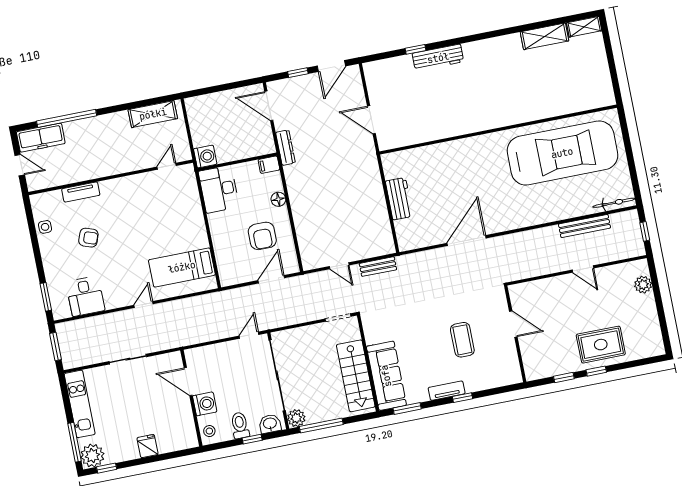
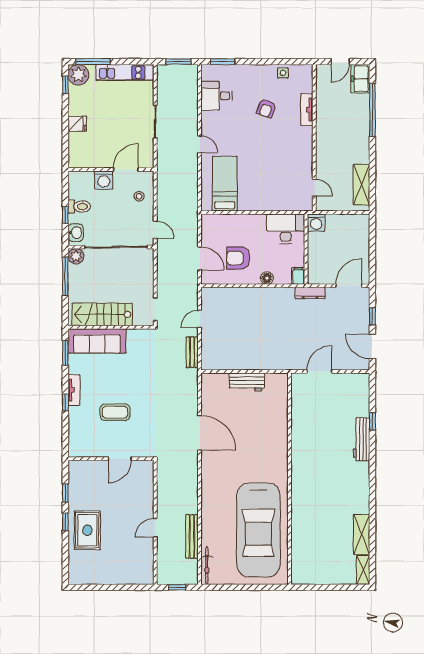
freezer: (41, 138) -> (360, 79), width x0.71
plant: (643, 285) -> (132, 577), removed
stool: (209, 431) -> (139, 196), moved

